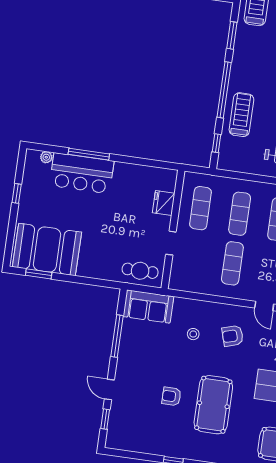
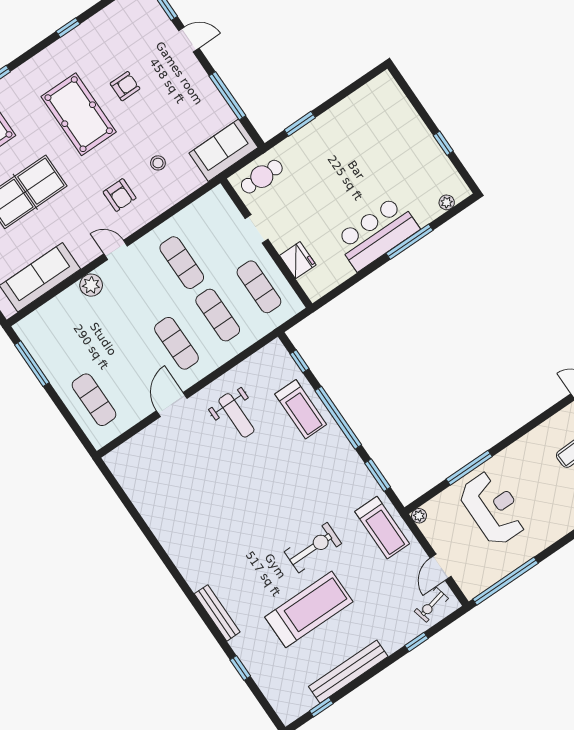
bar counter: (82, 173) -> (377, 233), moved
booth: (47, 250) -> (367, 117), removed
window: (39, 274) -> (300, 124), moved
armchair: (233, 336) -> (120, 195), turned 107

